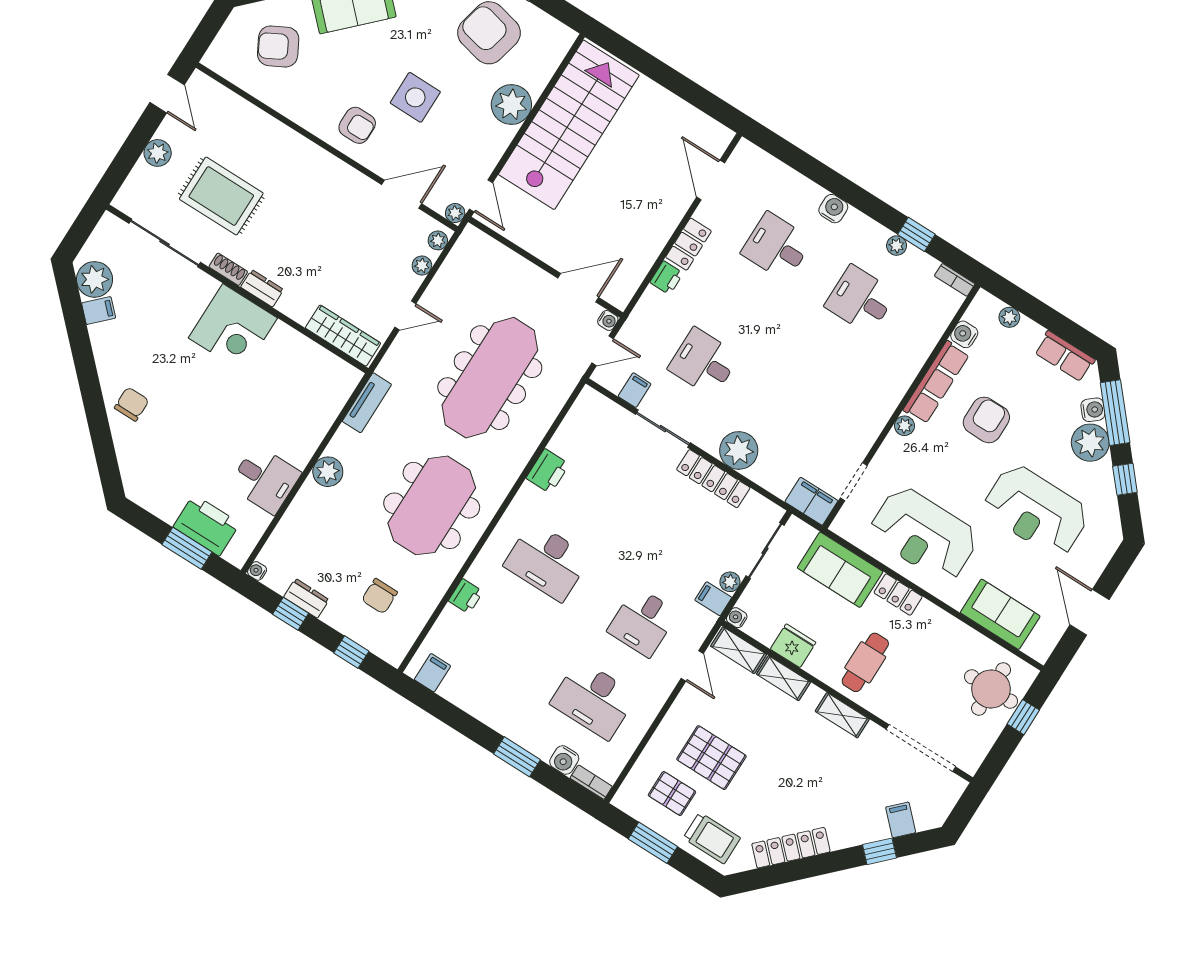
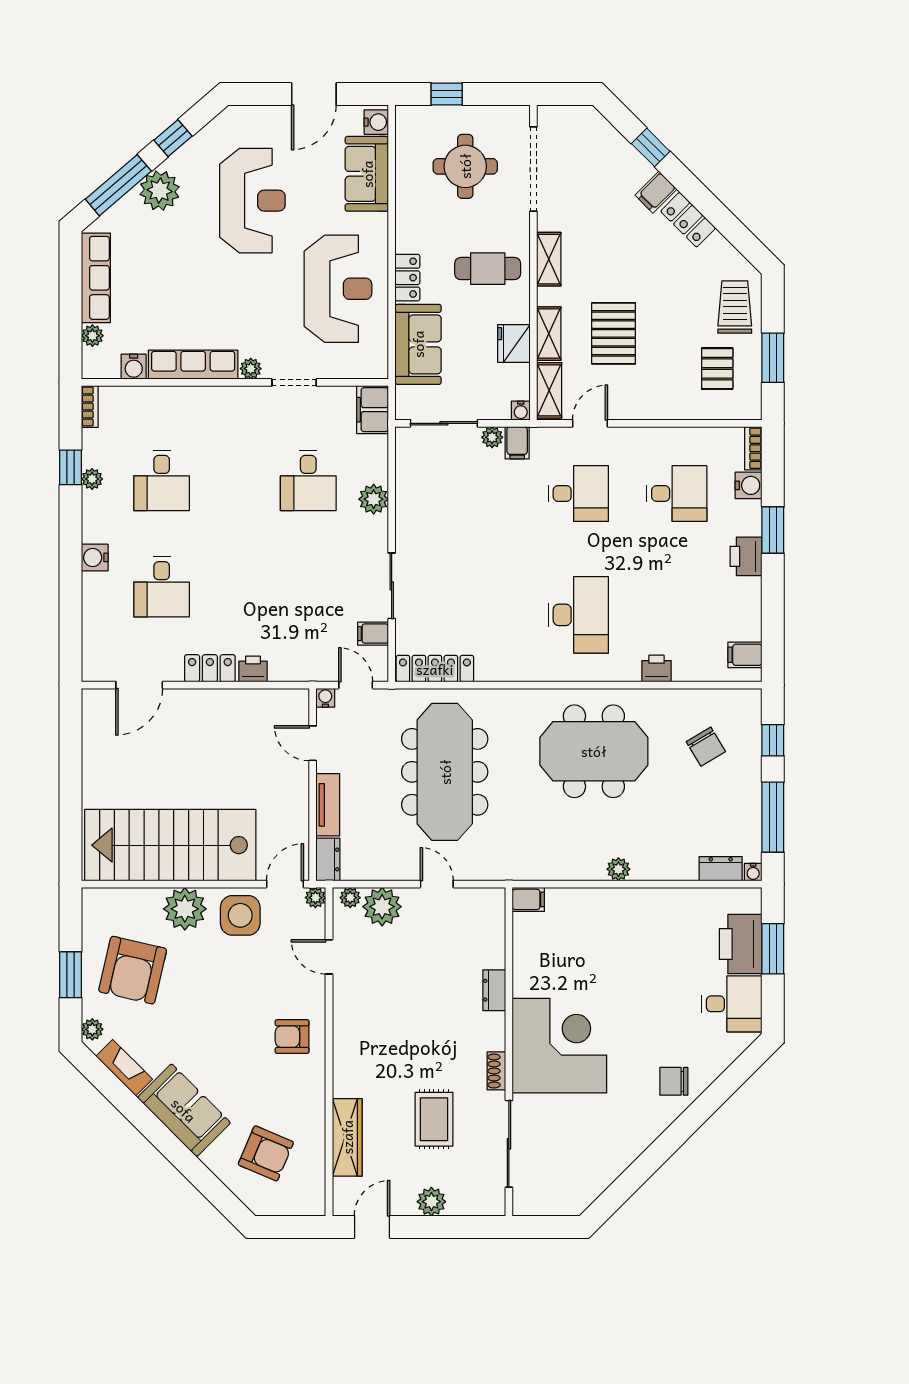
armchair: (278, 46) -> (266, 1153), turned -39
side table: (415, 97) -> (240, 915), moved
armchair: (357, 125) -> (292, 1037), turned -90
door: (402, 194) -> (329, 957), width x0.73
rug: (221, 196) -> (434, 1119), width x0.73, depth x0.70
dresser: (479, 242) -> (328, 859), added
plant: (422, 265) -> (382, 907), width x1.88, depth x1.88
plant: (95, 279) -> (582, 1186), removed
dresser: (262, 288) -> (494, 990), moved
door: (578, 288) -> (313, 743), width x0.73
filing cabinet: (99, 311) -> (528, 899), moved, turned 135
corner desk: (233, 328) -> (559, 1046), width x1.36, depth x1.36
wardrobe: (343, 336) -> (347, 1137), moved, turned 180
row of seats: (1065, 356) -> (96, 278), width x1.48
desk: (704, 362) -> (308, 481), moved
meeting table: (490, 378) -> (445, 772), turned 90
tv unit: (367, 403) -> (328, 805), moved, turned 90
water cooler: (1093, 410) -> (376, 122), moved, turned 131
armchair: (986, 420) -> (199, 298), removed
plant: (739, 450) -> (374, 499), width x0.73, depth x0.73
printer: (548, 471) -> (746, 556), moved, turned -90
plant: (328, 472) -> (618, 869), width x0.73, depth x0.73
desk: (265, 479) -> (732, 1004), moved, turned 90
locker: (713, 479) -> (435, 669), moved, turned -90
doorway: (854, 482) -> (294, 382), moved
chair: (380, 596) -> (706, 747), turned 59
dresser: (306, 598) -> (721, 869), moved, turned 90
window: (291, 614) -> (773, 817), width x2.17
round table: (991, 689) -> (465, 166), moved
desk: (594, 699) -> (677, 493), width x0.73
pallet: (711, 758) -> (614, 333), moved
filing cabinet: (901, 820) -> (656, 192), moved
locker: (791, 848) -> (688, 220), width x0.66

